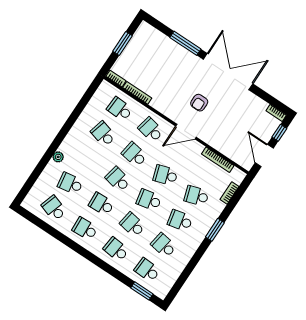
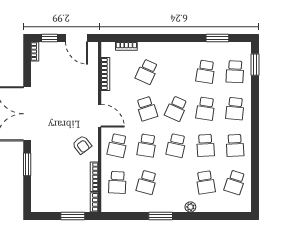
window: (122, 43) -> (73, 216), moved
window: (185, 43) -> (27, 164), width x0.69
armchair: (199, 103) -> (82, 145), moved, turned 53
window: (67, 127) -> (161, 216), added
door: (264, 156) -> (76, 38), hinge flipped
school desk: (197, 196) -> (147, 72), turned 42
school desk: (149, 200) -> (176, 109), turned 36
school desk: (180, 221) -> (176, 72), removed
window: (215, 230) -> (217, 38), moved

